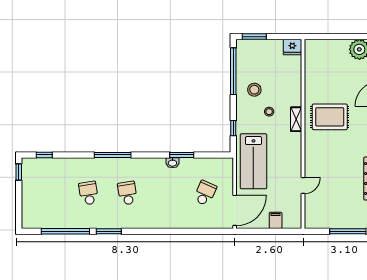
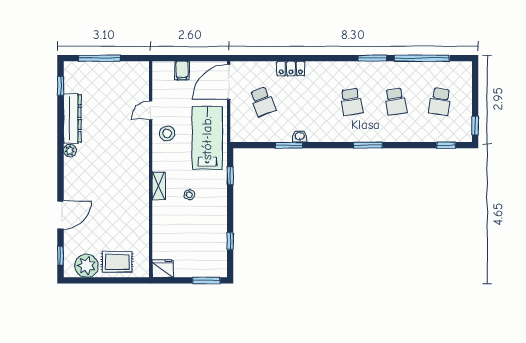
window: (233, 71) -> (230, 241), width x0.32
stool: (254, 90) -> (167, 133), moved
rug: (330, 117) -> (117, 262), moved, width x0.73, depth x0.70
window: (113, 155) -> (368, 145), width x0.69
school desk: (50, 193) -> (440, 102), added
school desk: (205, 193) -> (263, 102), turned -45
locker: (180, 222) -> (291, 68), added

